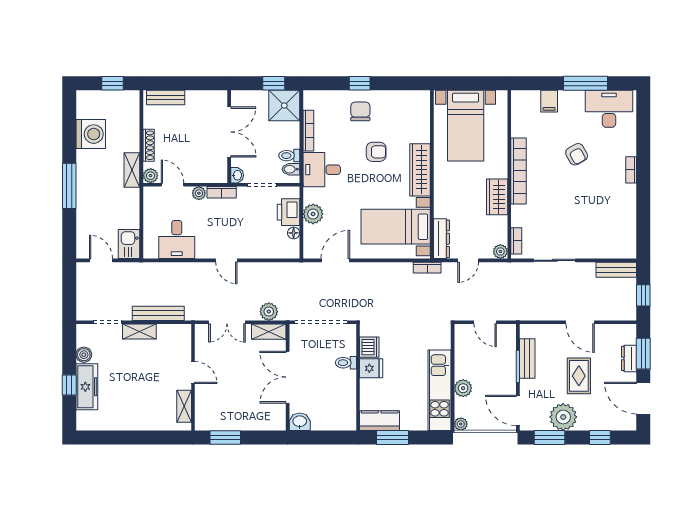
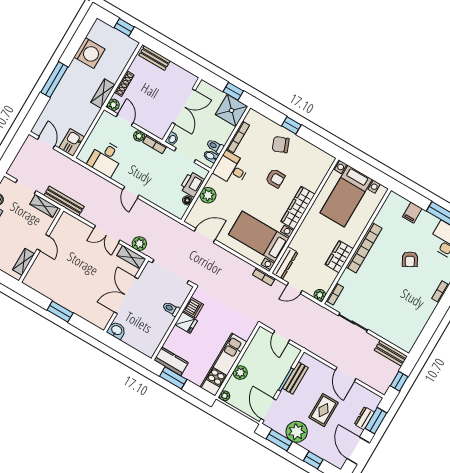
chair: (360, 111) -> (281, 145), turned -112
door: (193, 373) -> (43, 243), moved
wall: (193, 377) -> (41, 246), moved
shelving: (184, 406) -> (24, 262), moved

